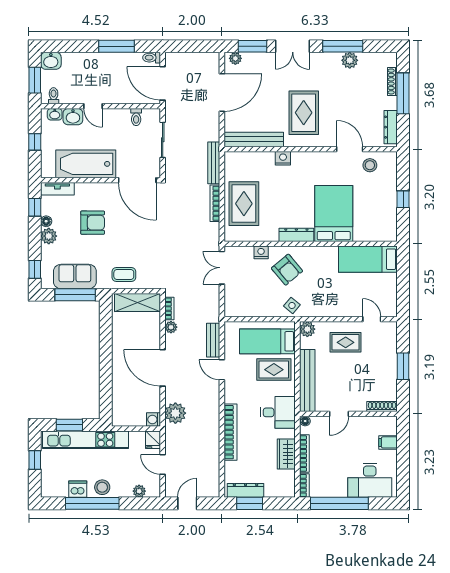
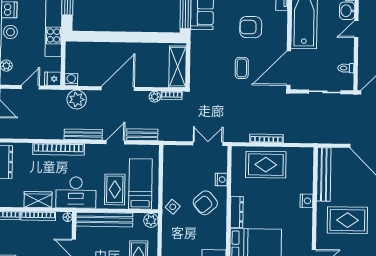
bench: (214, 163) -> (83, 134), moved
armchair: (93, 223) -> (251, 27), turned 90
coffee table: (124, 275) -> (242, 68), moved
desk: (278, 412) -> (76, 192), width x1.37

